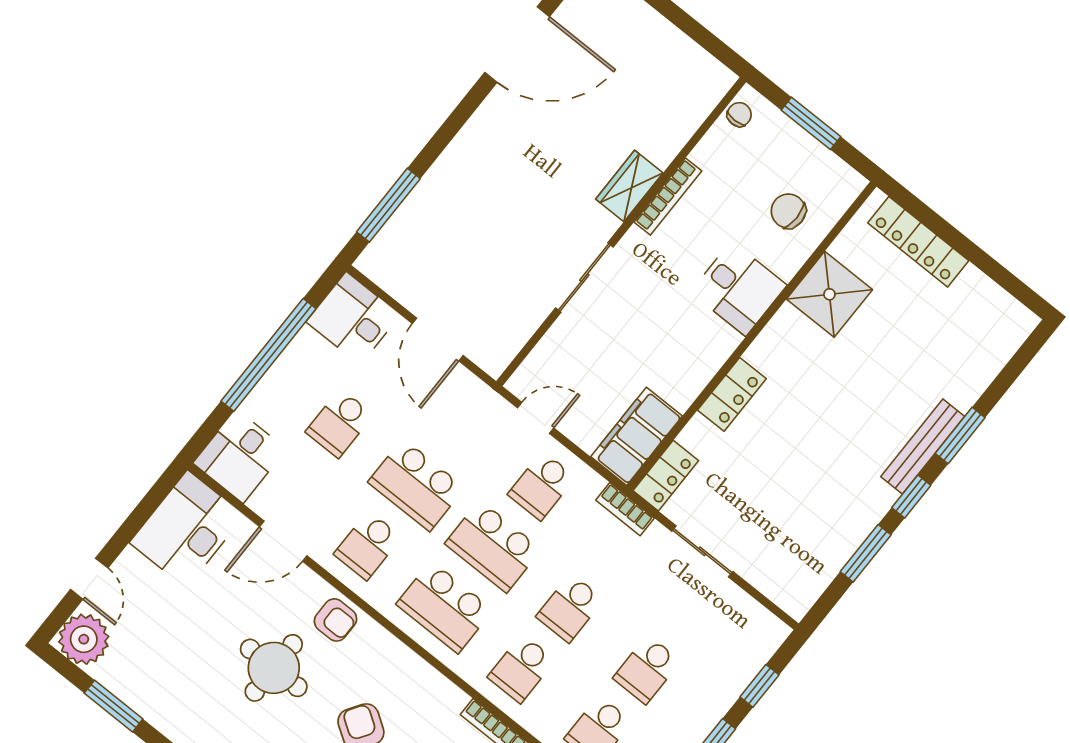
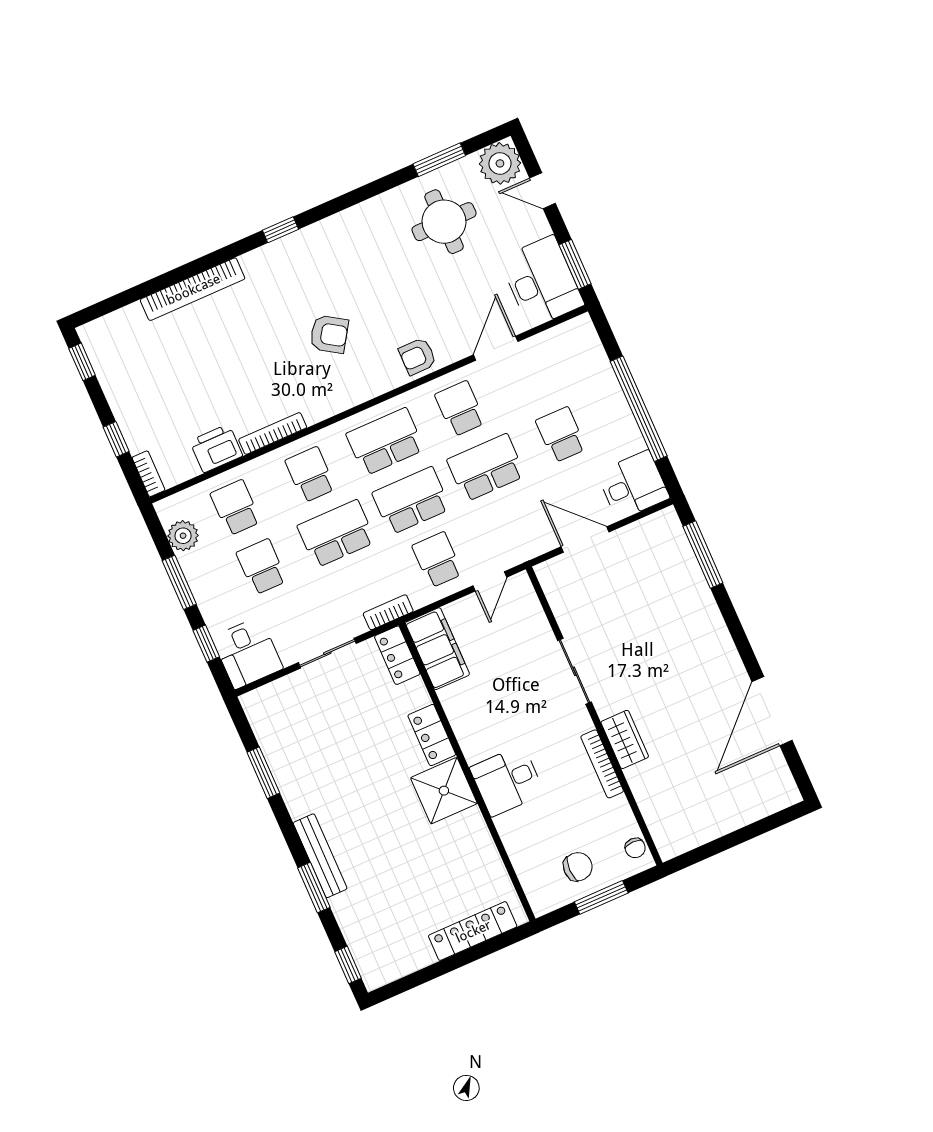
chair: (788, 211) -> (578, 867), moved
shower: (829, 294) -> (444, 791), moved
desk: (240, 456) -> (247, 653), moved, turned 180
window: (911, 496) -> (348, 965), moved
window: (150, 503) -> (575, 264), added
school desk: (570, 608) -> (336, 534), width x1.85
round table: (274, 668) -> (444, 222), moved

